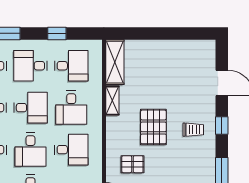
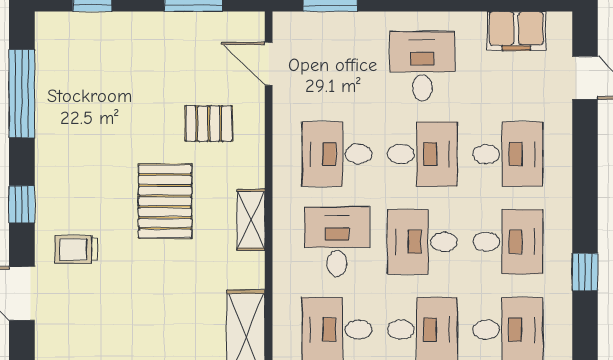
shelving: (112, 101) -> (251, 220), moved
trolley: (193, 130) -> (76, 249), moved
desk: (30, 150) -> (422, 154), turned 90

